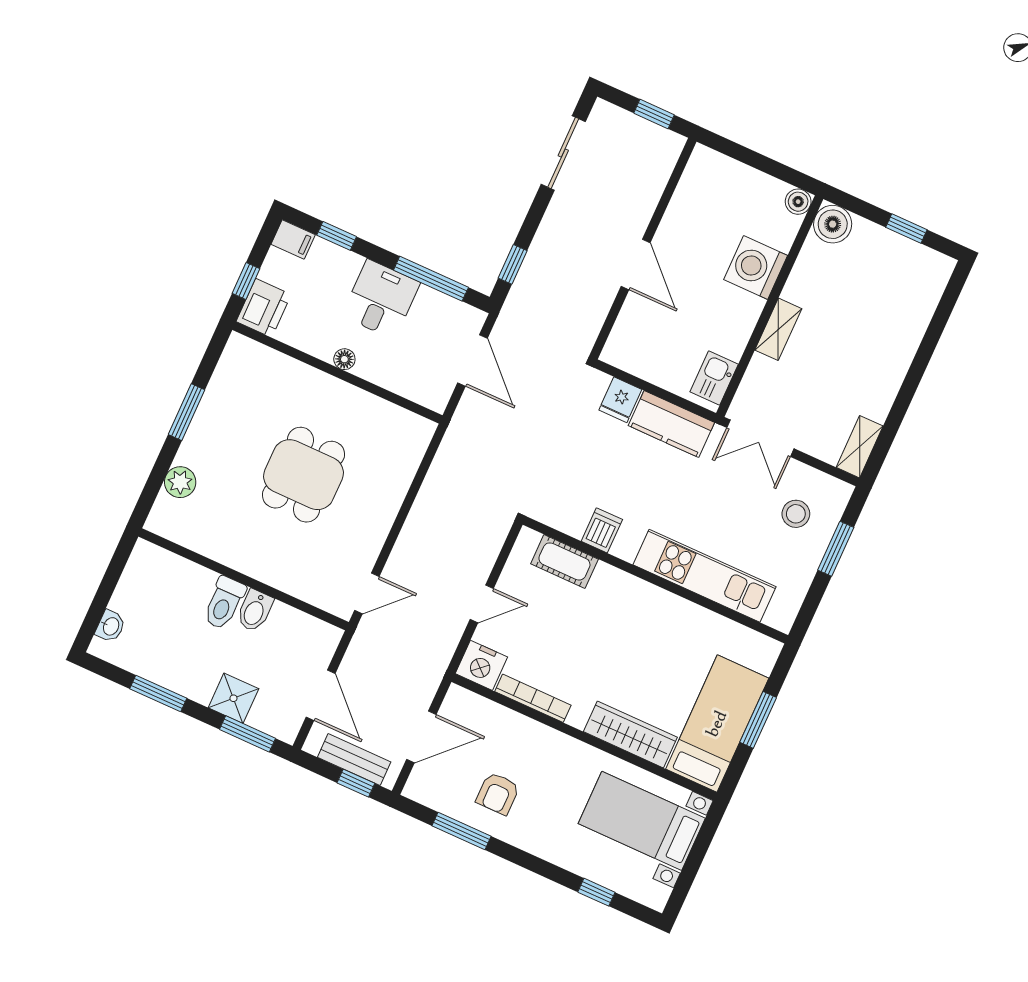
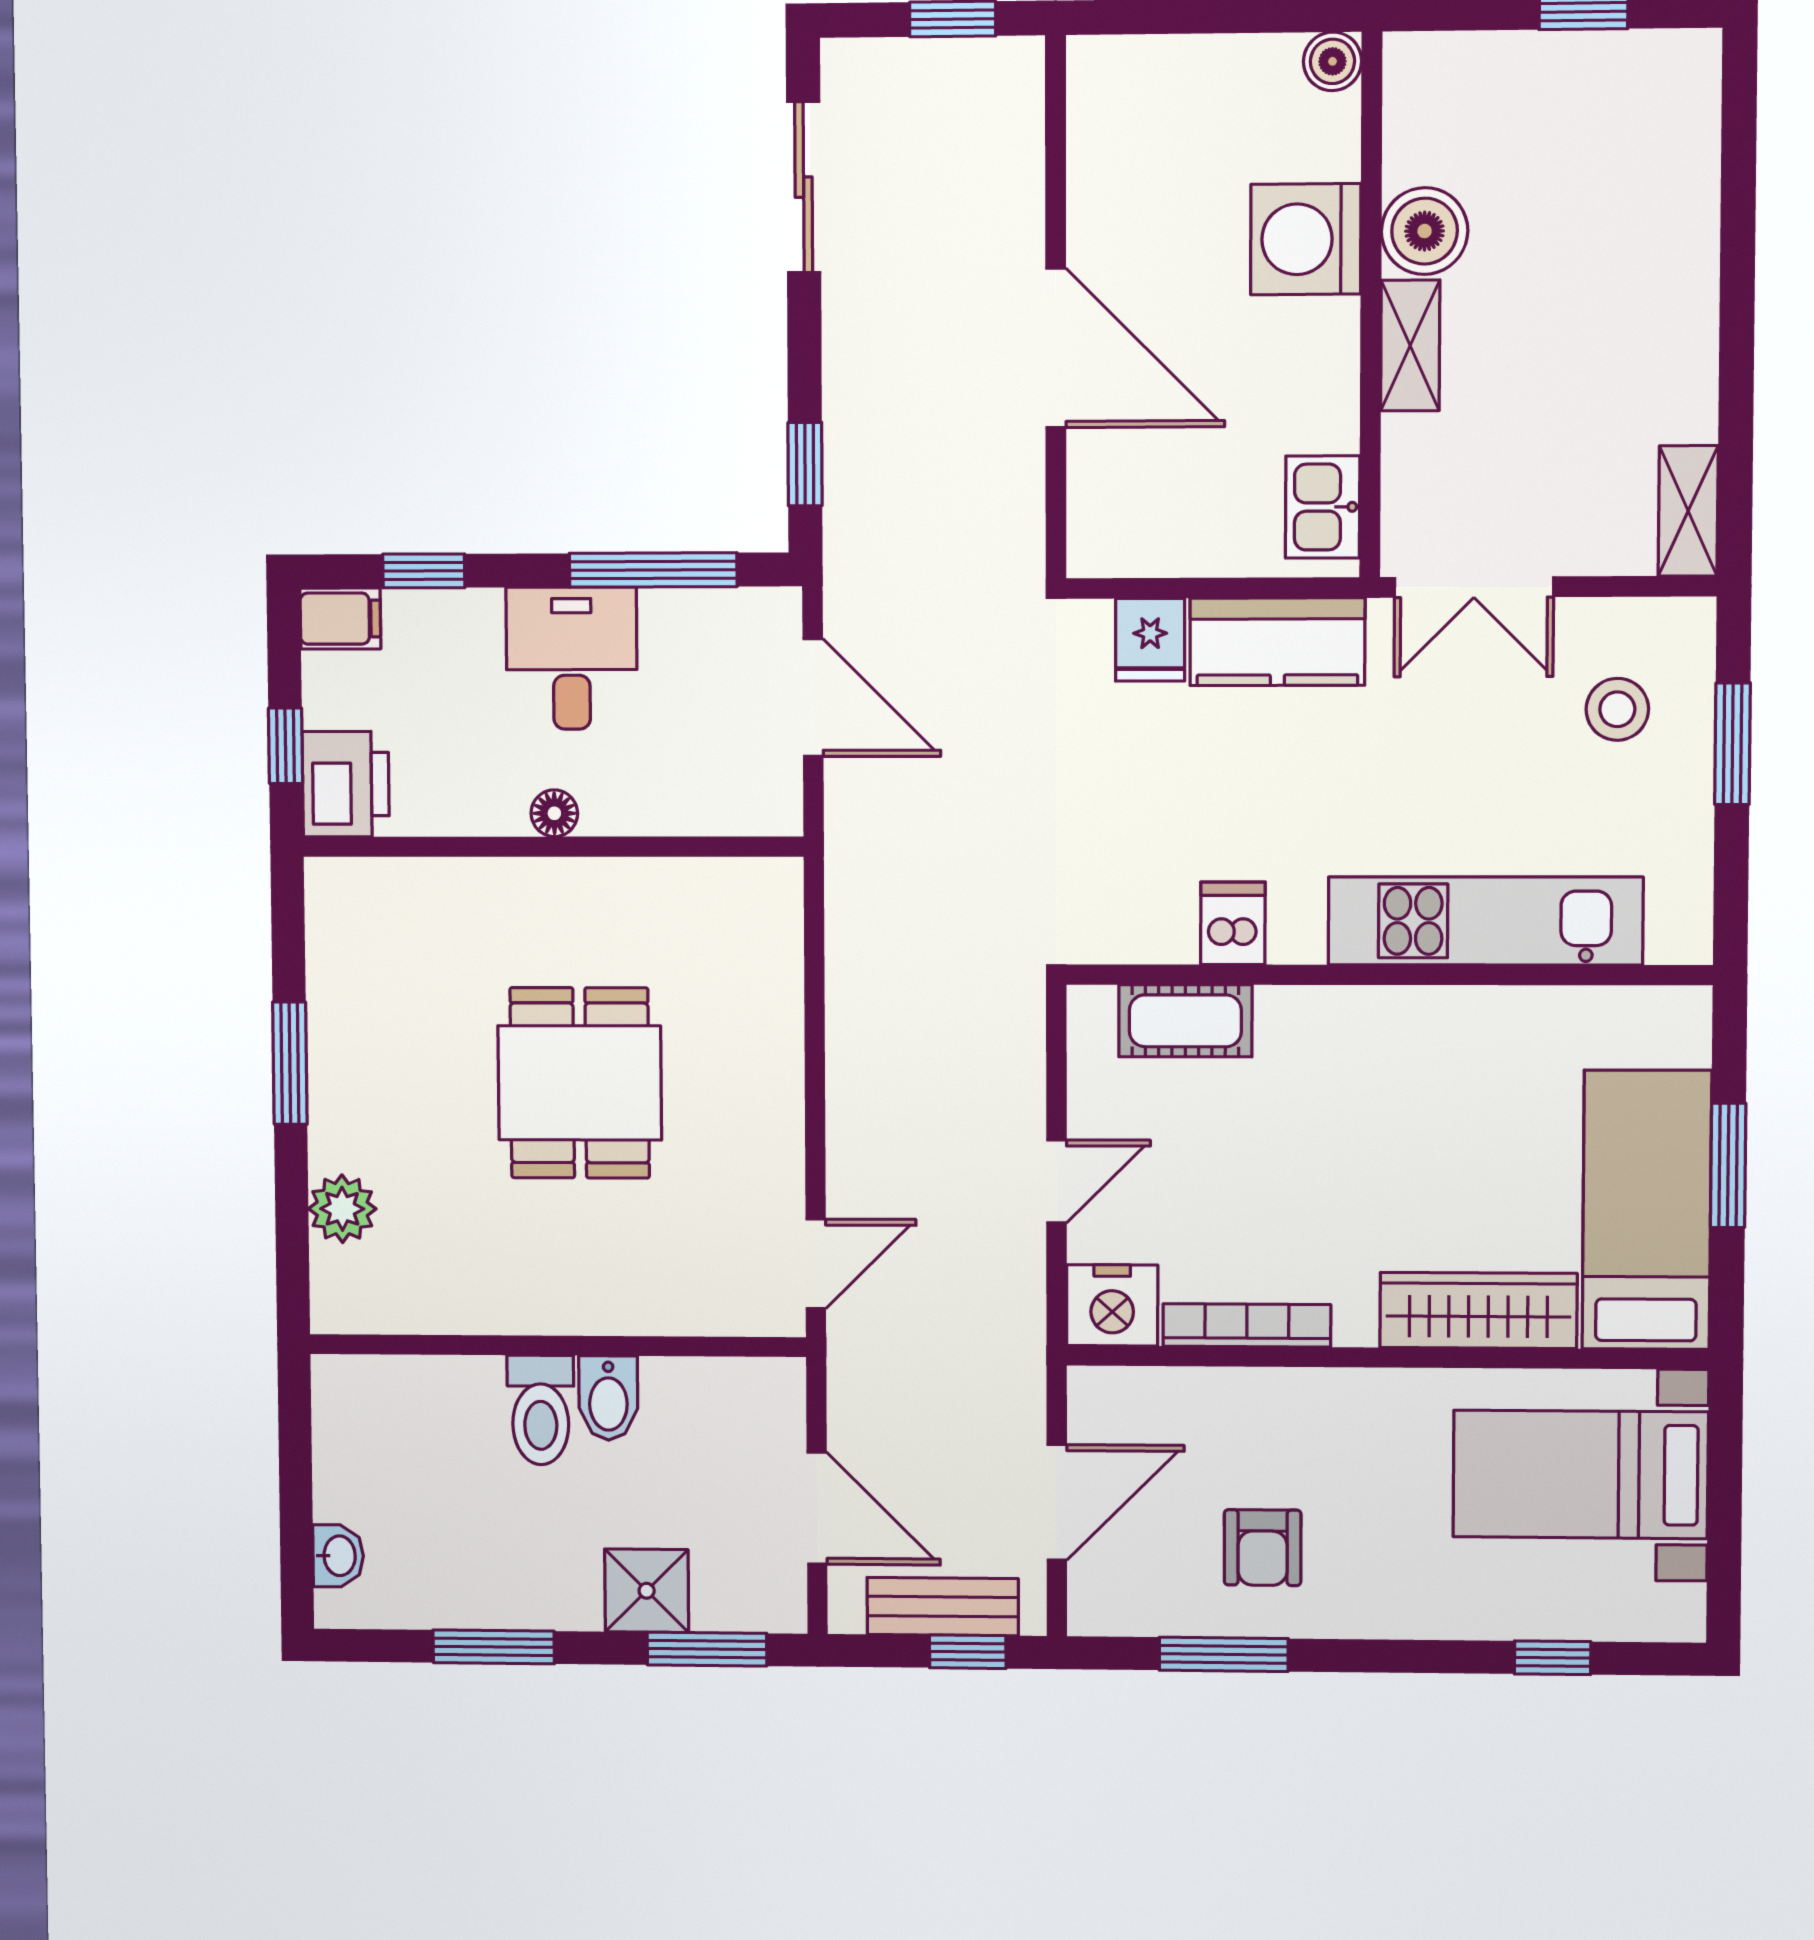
boiler: (833, 224) -> (1425, 231), moved
door: (636, 265) -> (1056, 348), width x1.36

